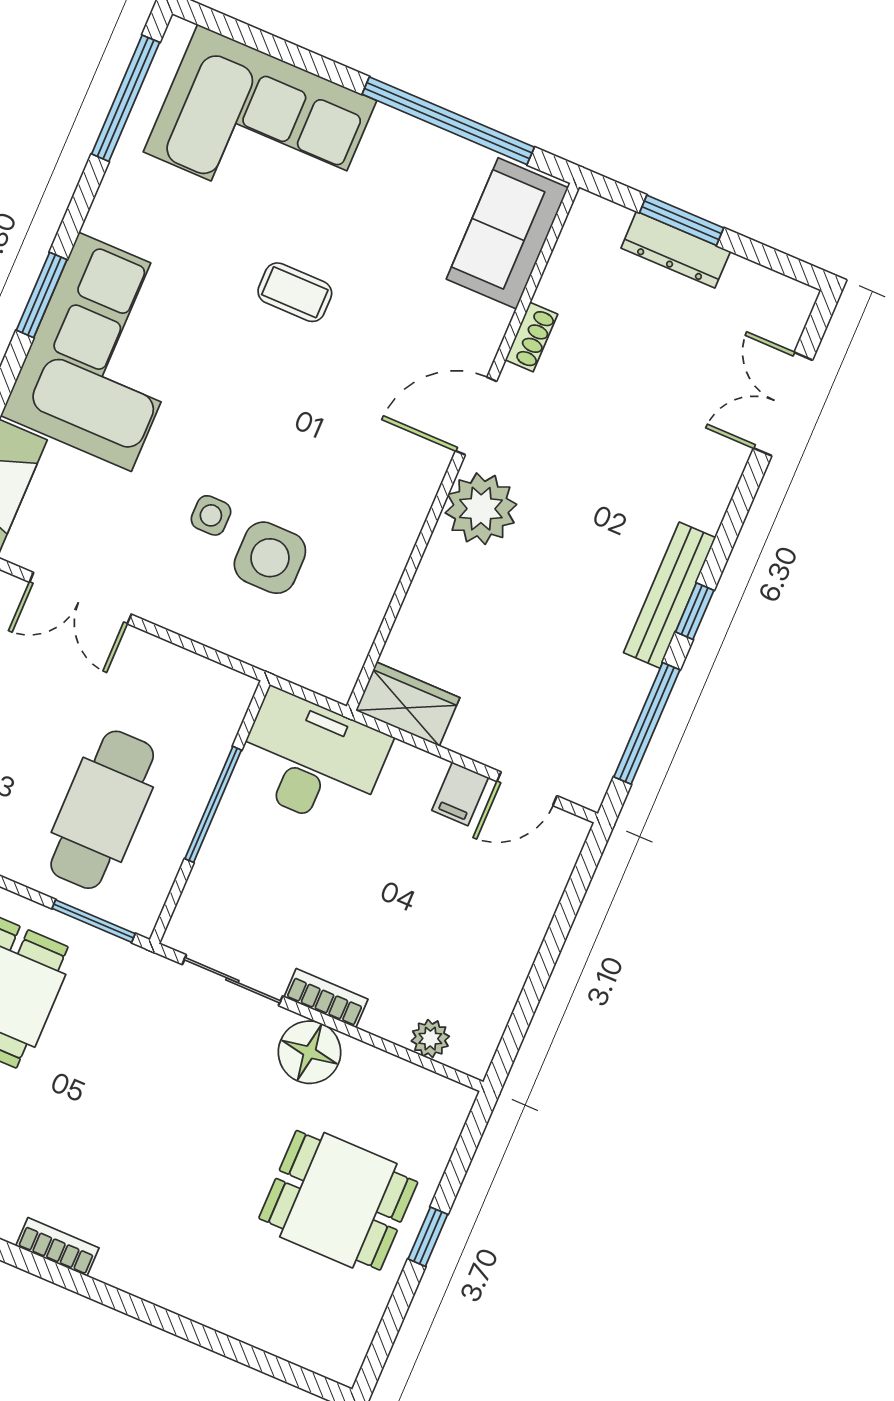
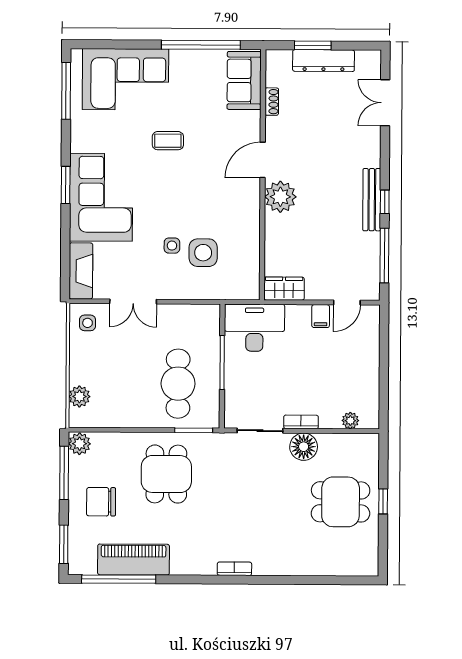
dresser: (676, 250) -> (324, 61), width x1.37, depth x1.24
shoe rack: (531, 337) -> (272, 102), moved

